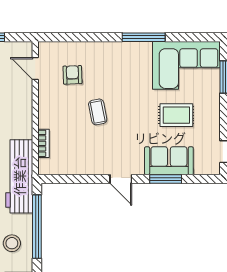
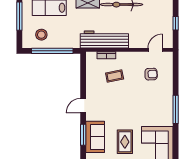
window: (144, 37) -> (176, 109), moved
coffee table: (98, 112) -> (115, 76), moved
workbench: (19, 176) -> (104, 39), moved

